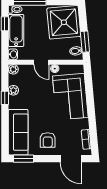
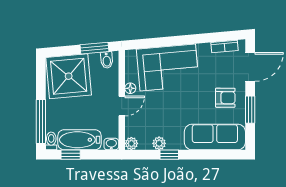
window: (24, 159) -> (250, 110), moved

